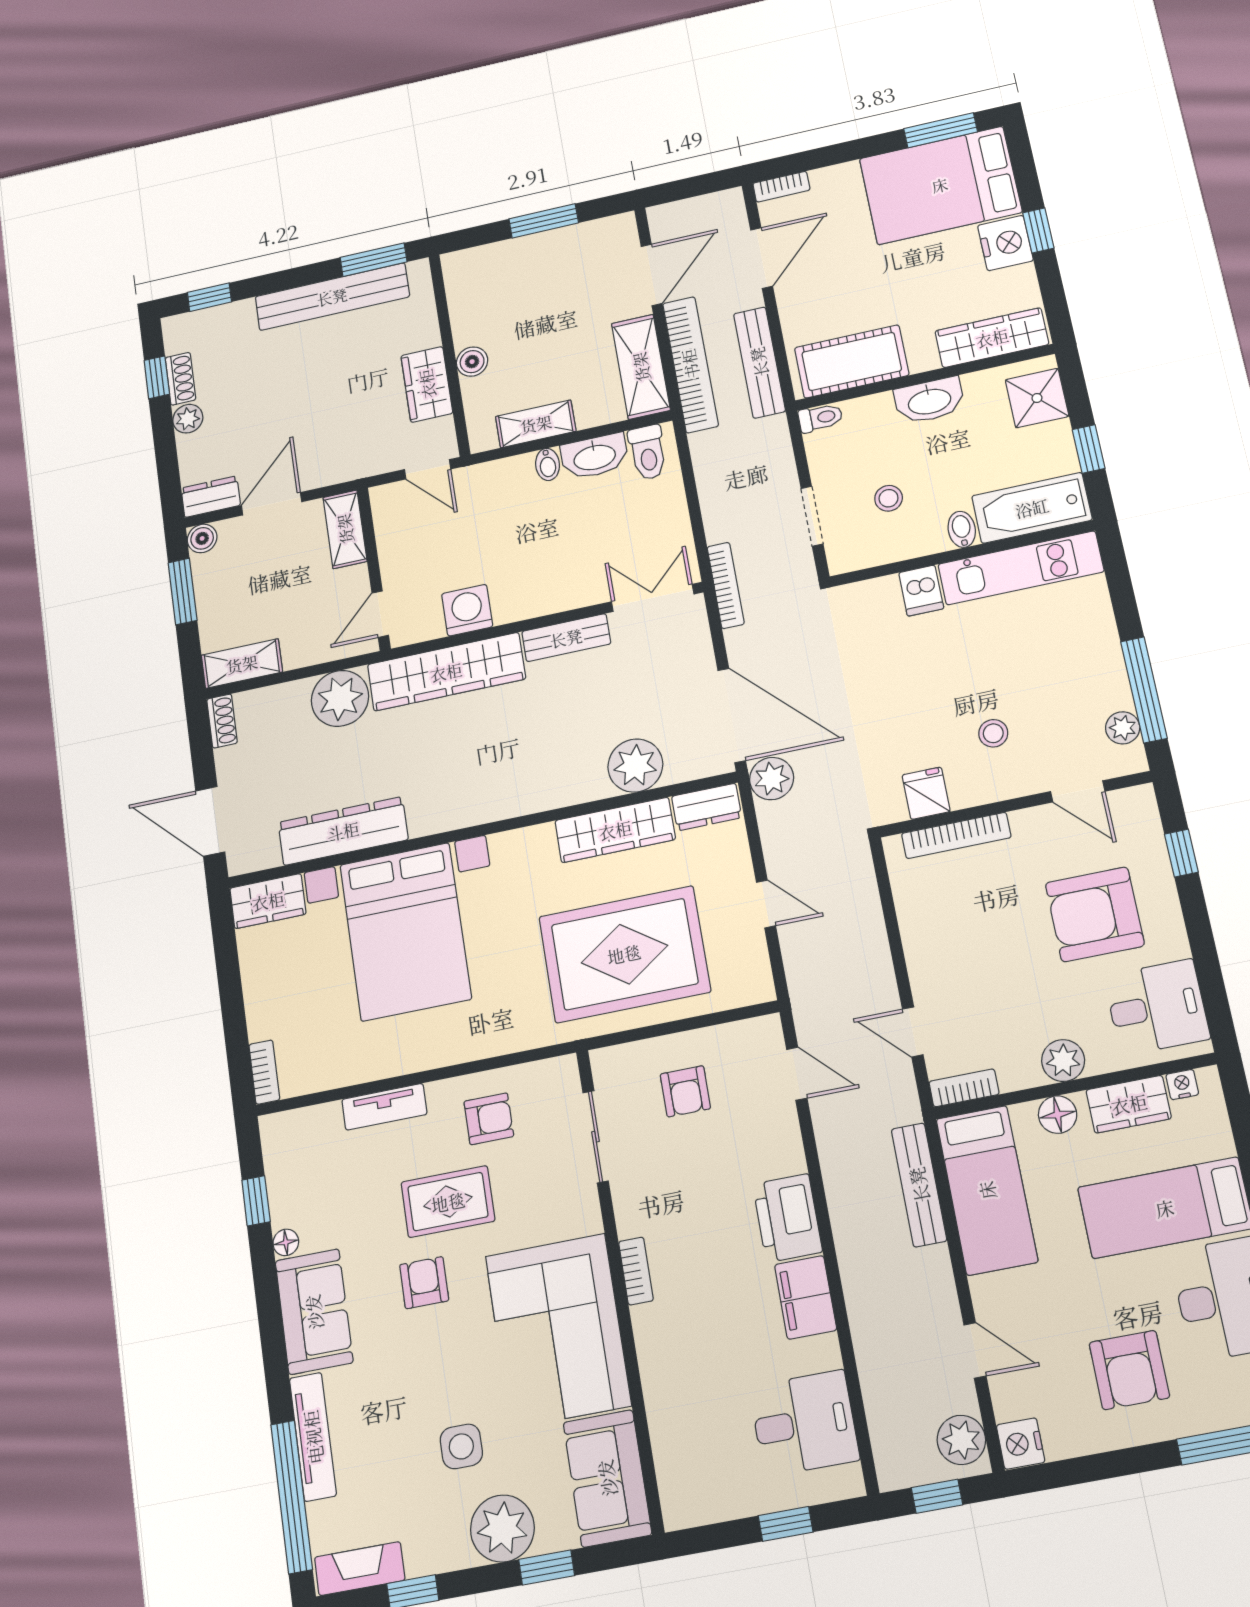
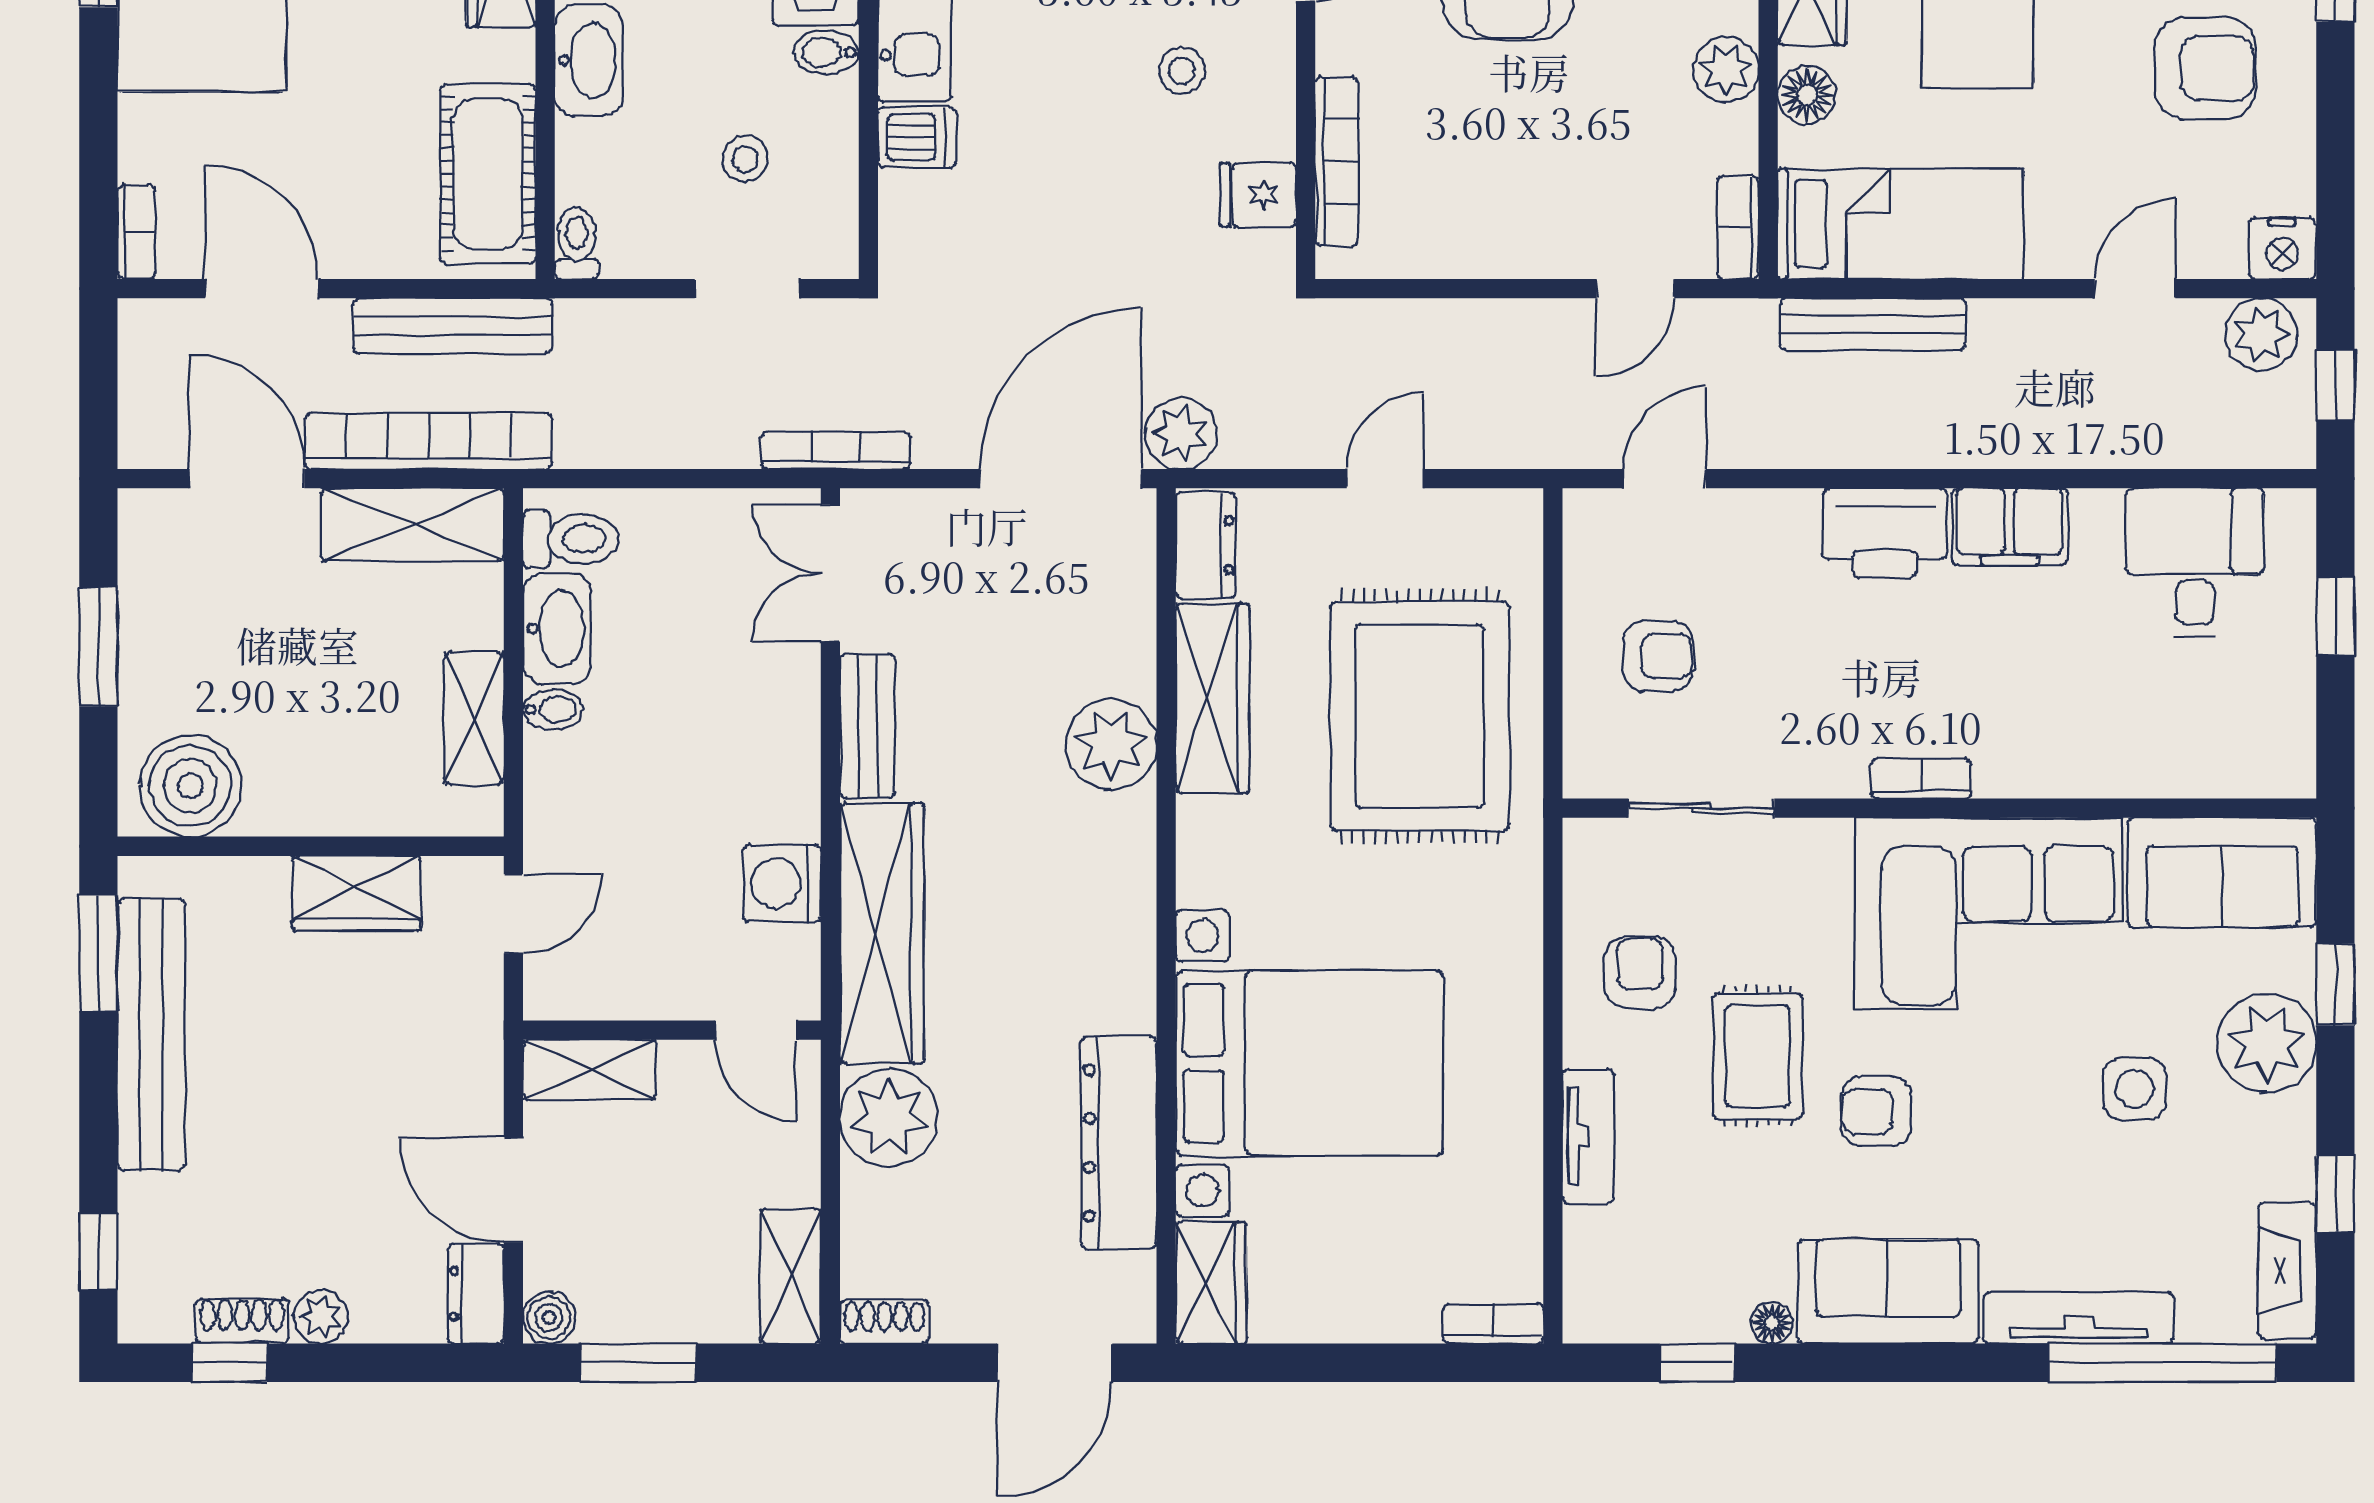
boiler: (472, 362) -> (190, 786), moved, width x1.86, depth x1.86
plant: (635, 766) -> (1111, 744), moved

